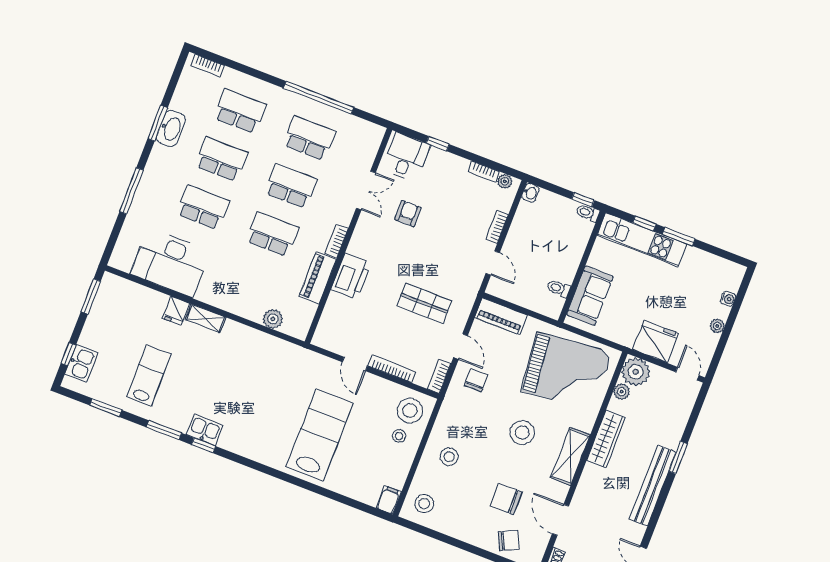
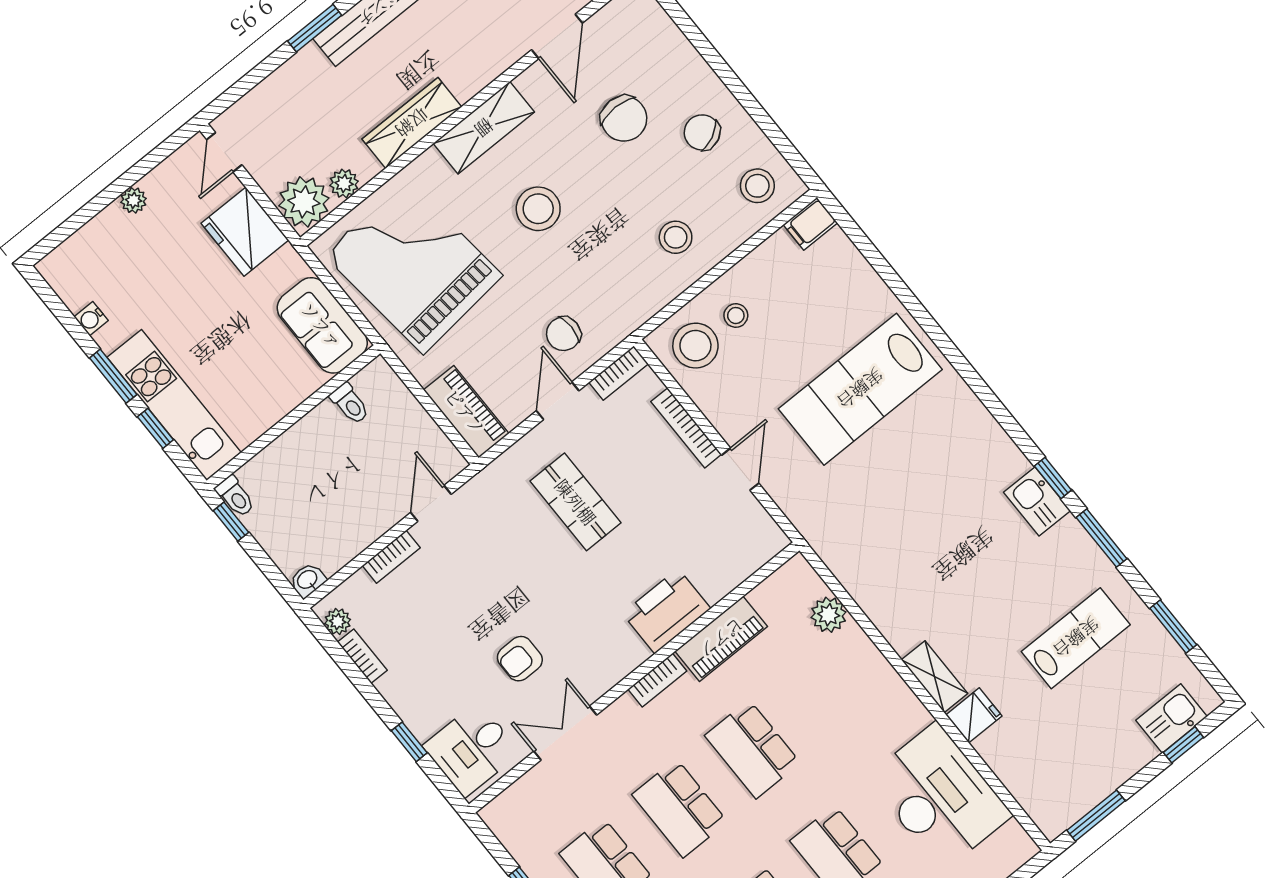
sofa: (590, 296) -> (322, 325), moved, turned -90
water cooler: (728, 299) -> (91, 319), moved, turned -90
lab bench: (149, 375) -> (1076, 638), turned 180
chair: (509, 540) -> (702, 132), moved

